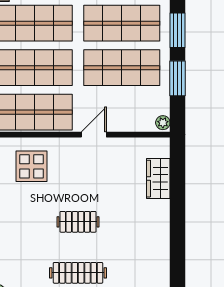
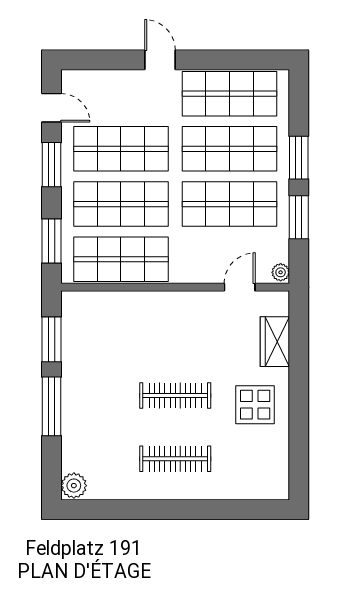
door: (94, 135) -> (240, 287), moved
display table: (31, 166) -> (255, 405), moved
clothes rail: (78, 222) -> (175, 395), width x1.36

